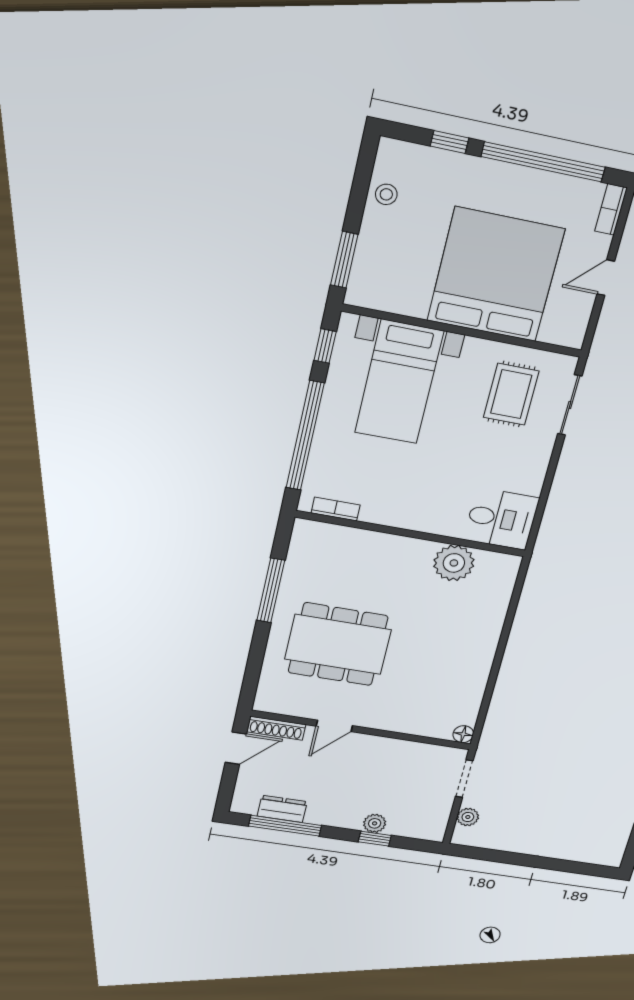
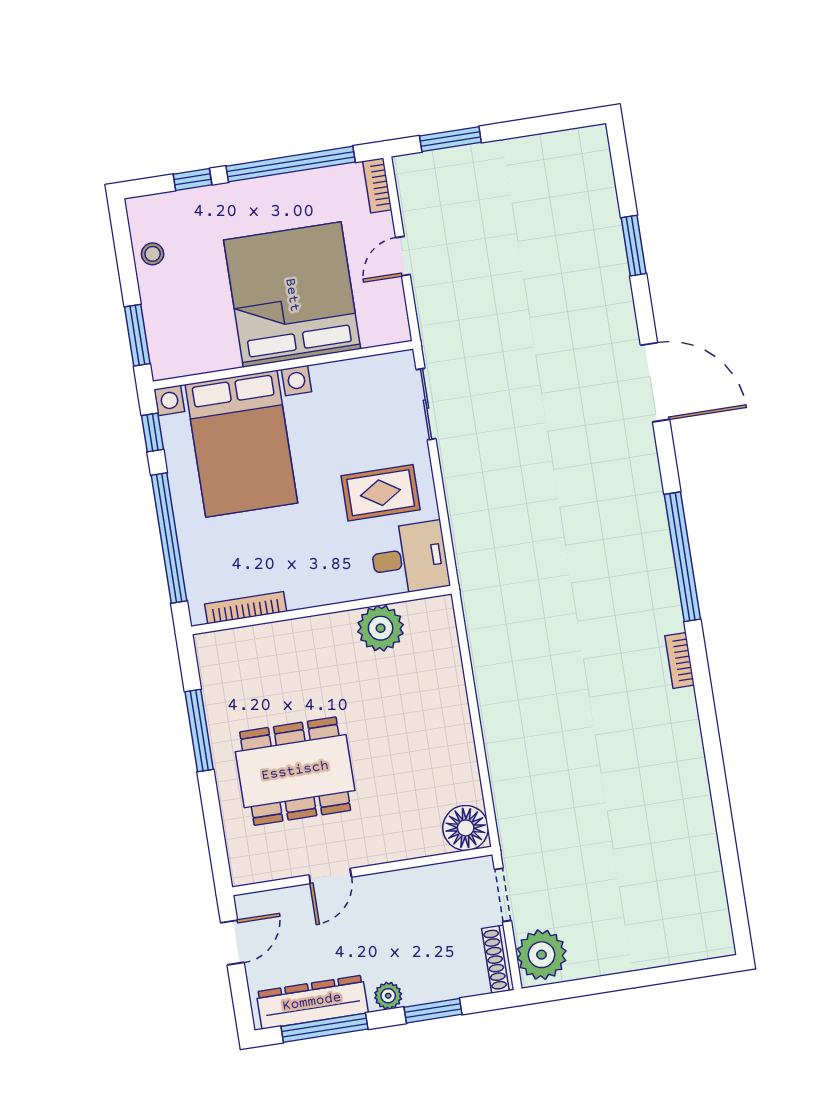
bed with nightstands: (399, 382) -> (241, 444), width x1.36
rug: (511, 394) -> (381, 493), moved, turned 90
bookcase: (336, 509) -> (246, 608), width x1.56
shoe rack: (276, 728) -> (498, 959), moved, turned 90
floor lamp: (463, 734) -> (466, 828), width x1.89, depth x1.89
dresser: (282, 809) -> (312, 1002), width x1.96, depth x1.24
plant: (468, 817) -> (542, 955), width x1.87, depth x1.87
plant: (375, 823) -> (388, 996), moved
window: (375, 839) -> (433, 1011), width x1.50

